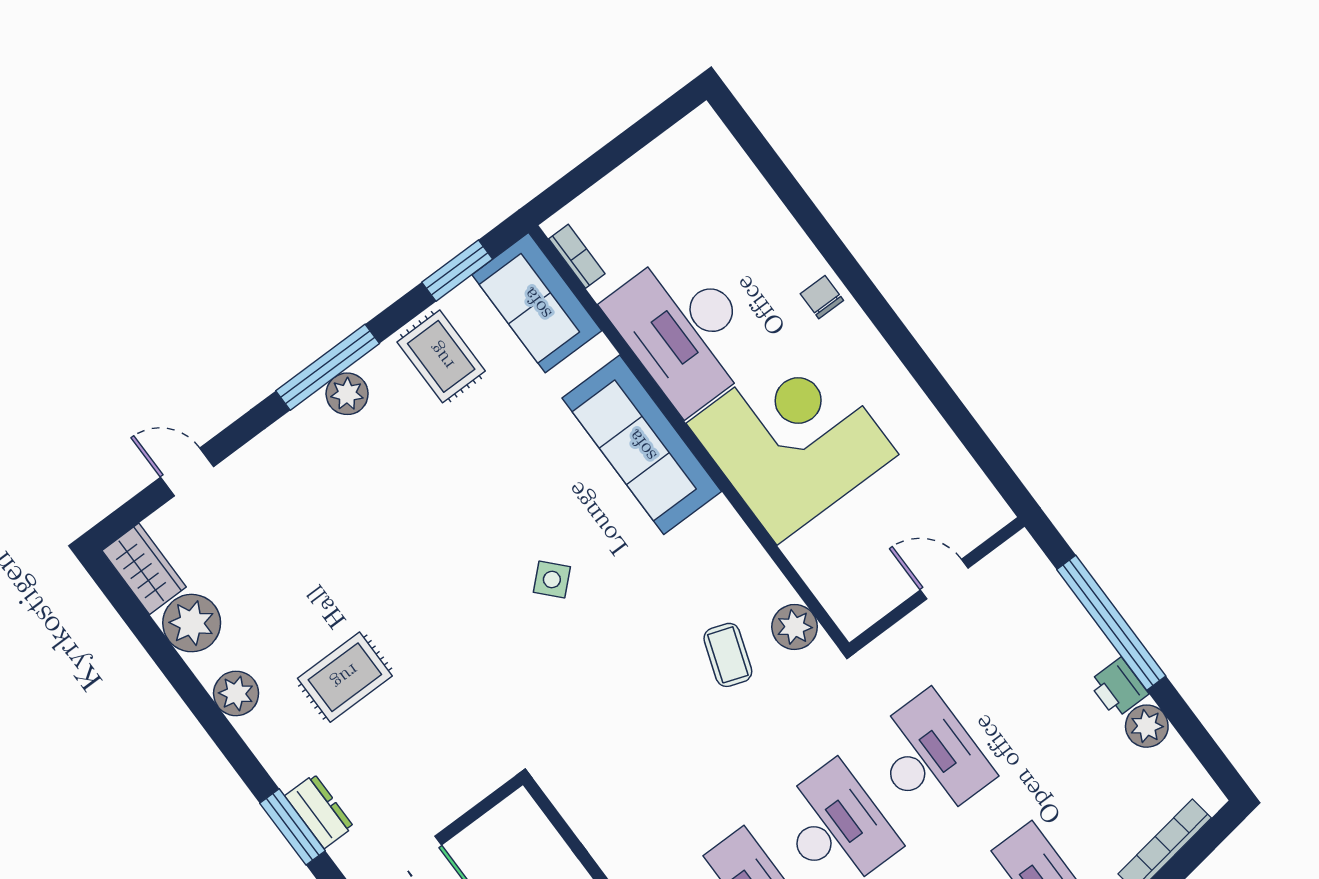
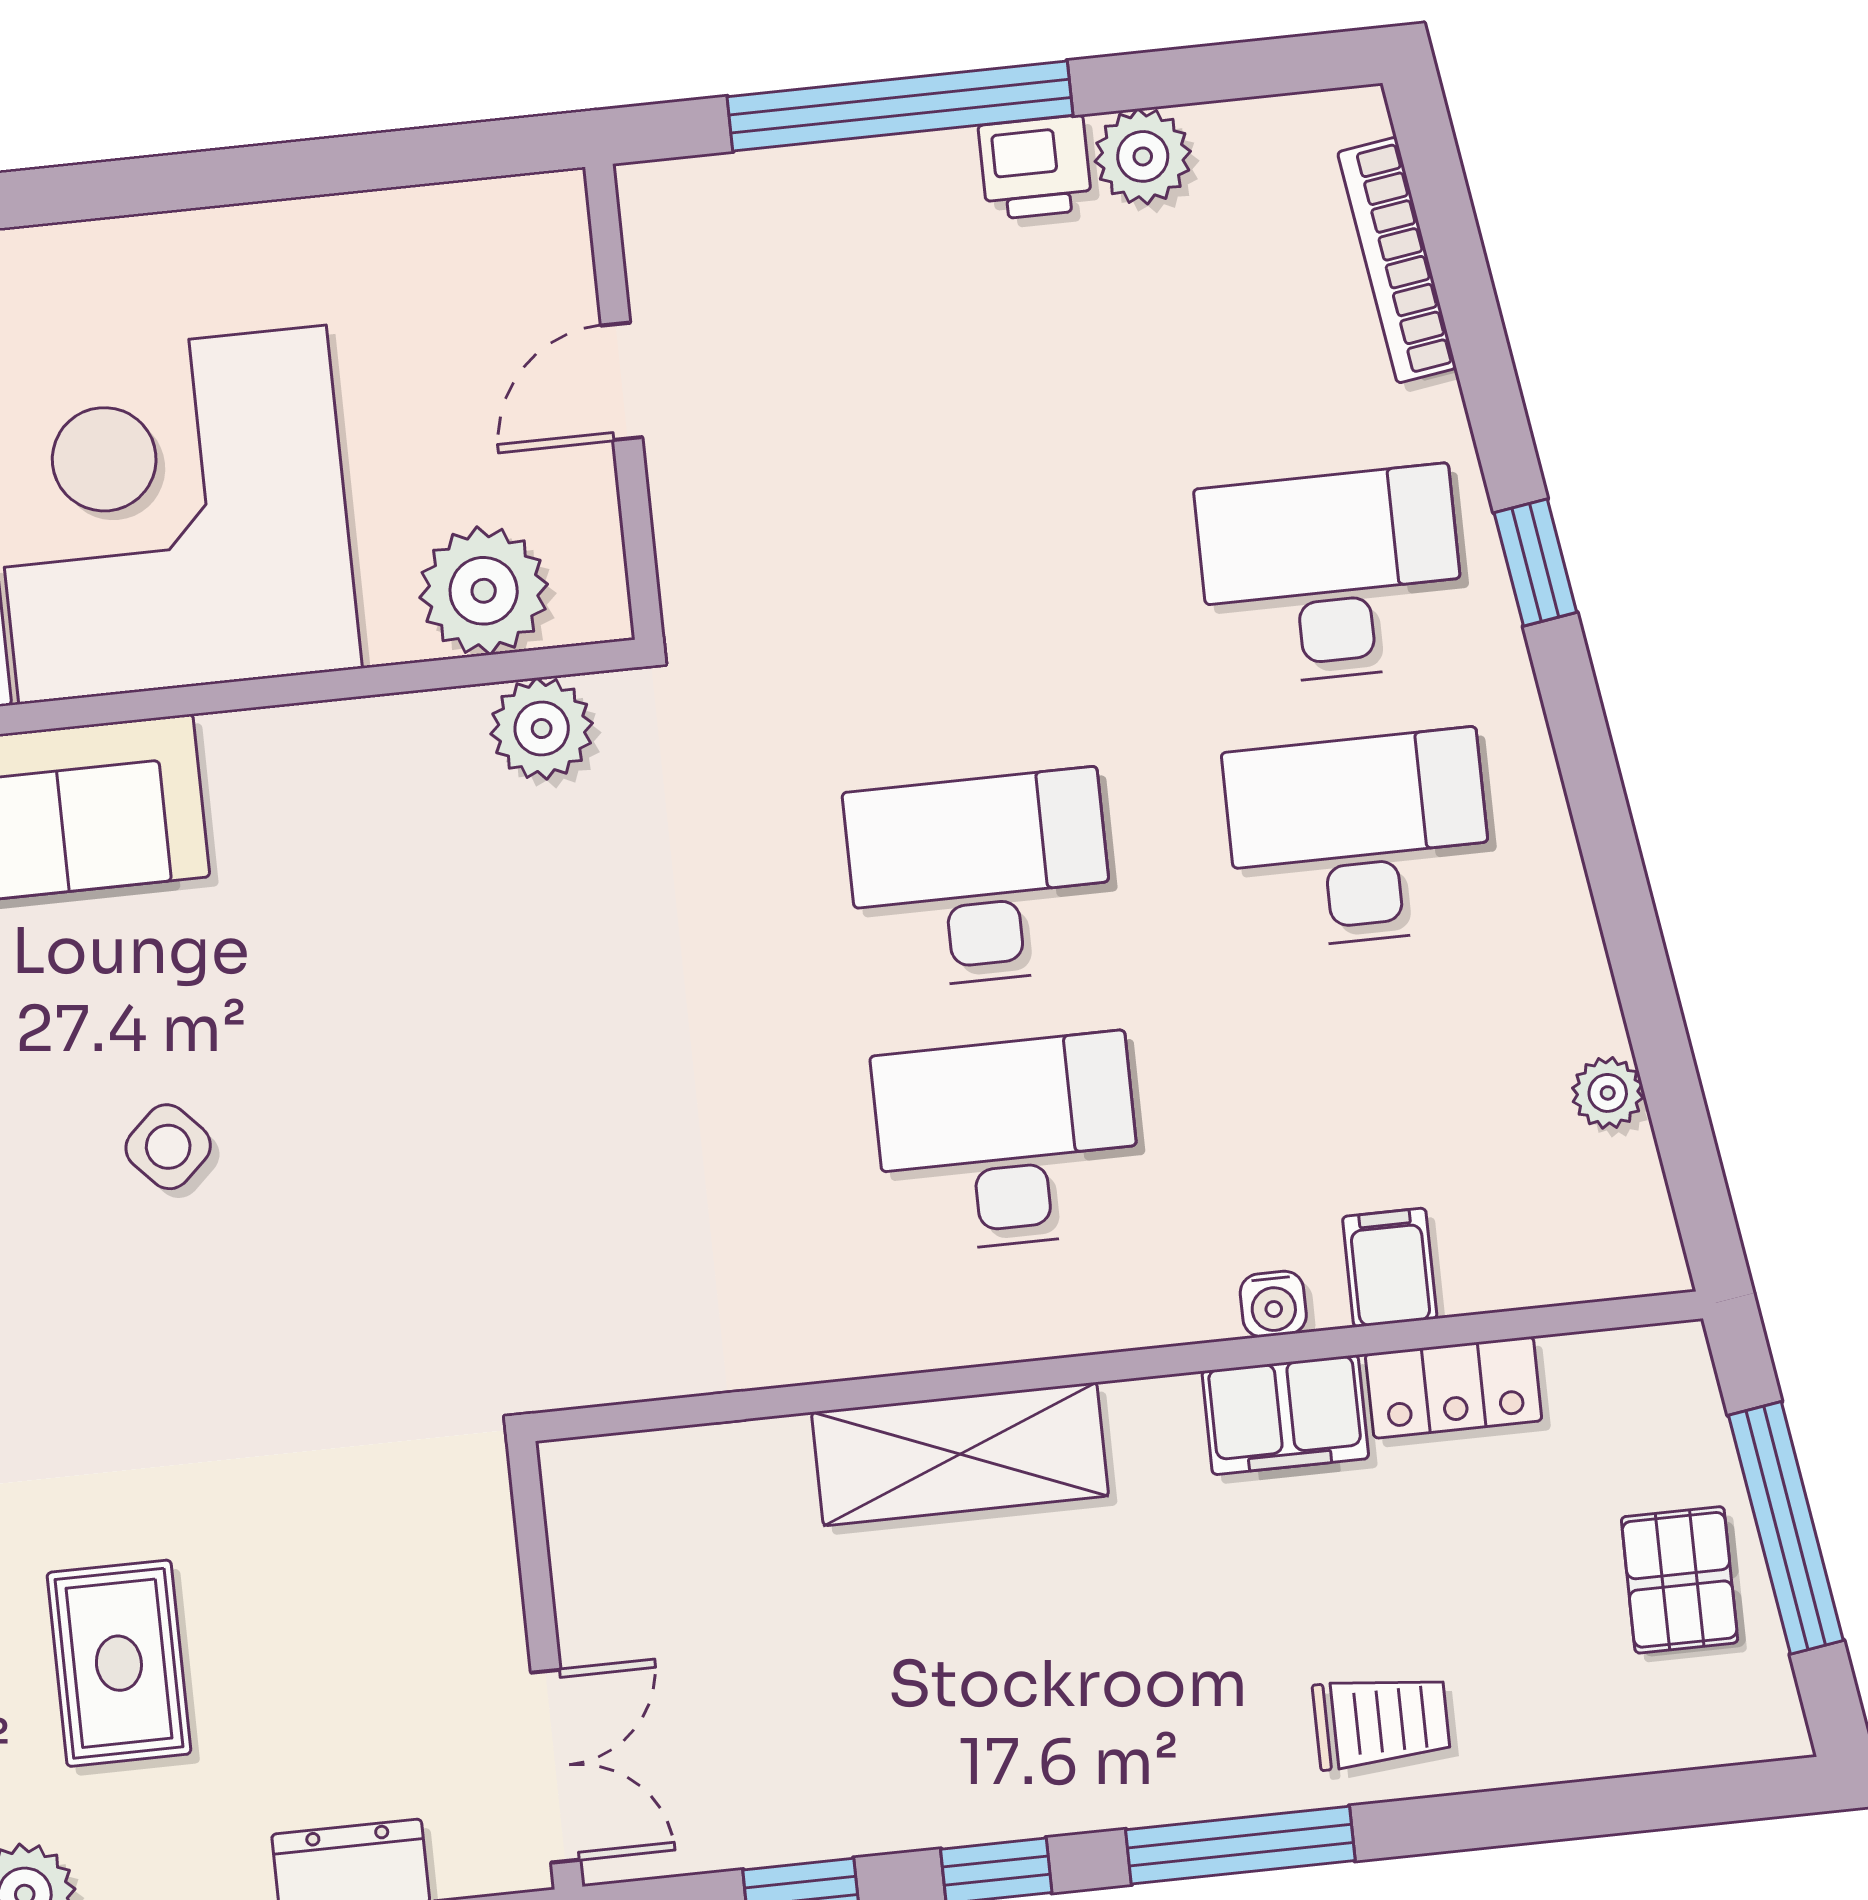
plant: (834, 574) -> (484, 591), added
coffee table: (728, 655) -> (519, 891), removed
desk: (930, 757) -> (952, 616), removed

